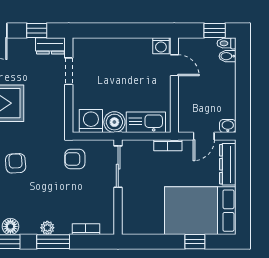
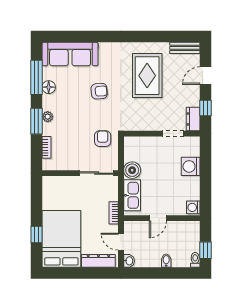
bidet: (227, 56) -> (166, 261), moved
door: (174, 65) -> (158, 218), moved
washing machine: (91, 121) -> (191, 166), moved, turned 180

